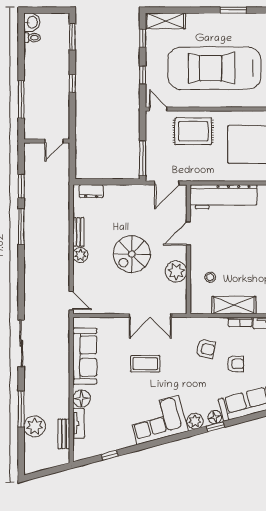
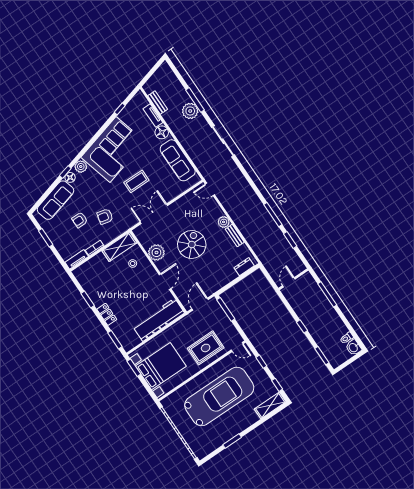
shelving: (234, 305) -> (120, 247), moved
corner sofa: (158, 420) -> (113, 149), width x1.36, depth x1.36
plant: (35, 426) -> (190, 111), moved

